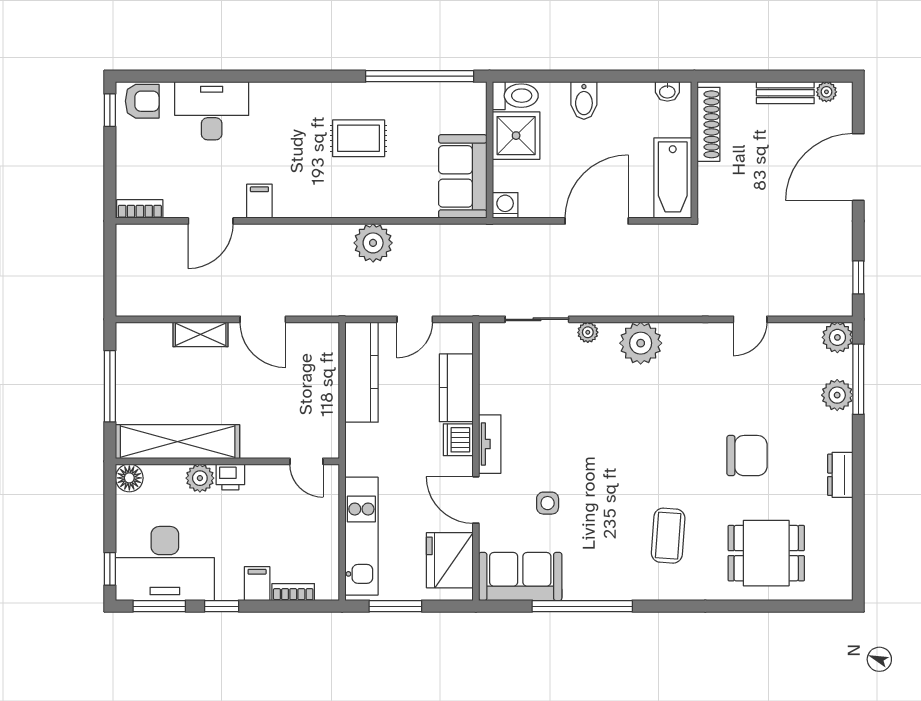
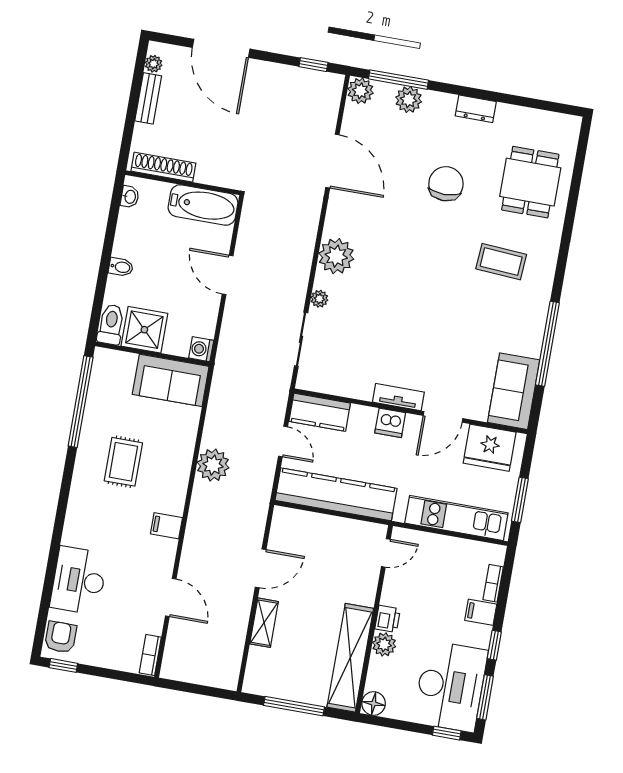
bidet: (584, 100) -> (121, 267), width x0.72, depth x0.74
filing cabinet: (259, 201) -> (166, 526), moved
door: (597, 221) -> (228, 275), width x0.73
door: (750, 319) -> (332, 161), width x1.88
kitchen counter: (361, 372) -> (336, 494), width x1.39, depth x1.17
kitchen counter: (456, 388) -> (320, 412), moved
side table: (548, 503) -> (456, 358), removed

